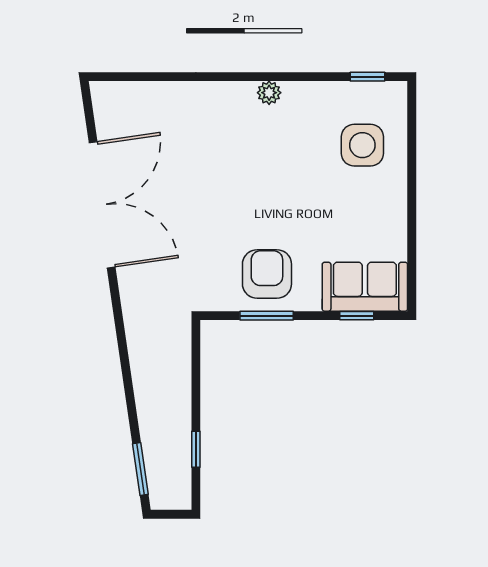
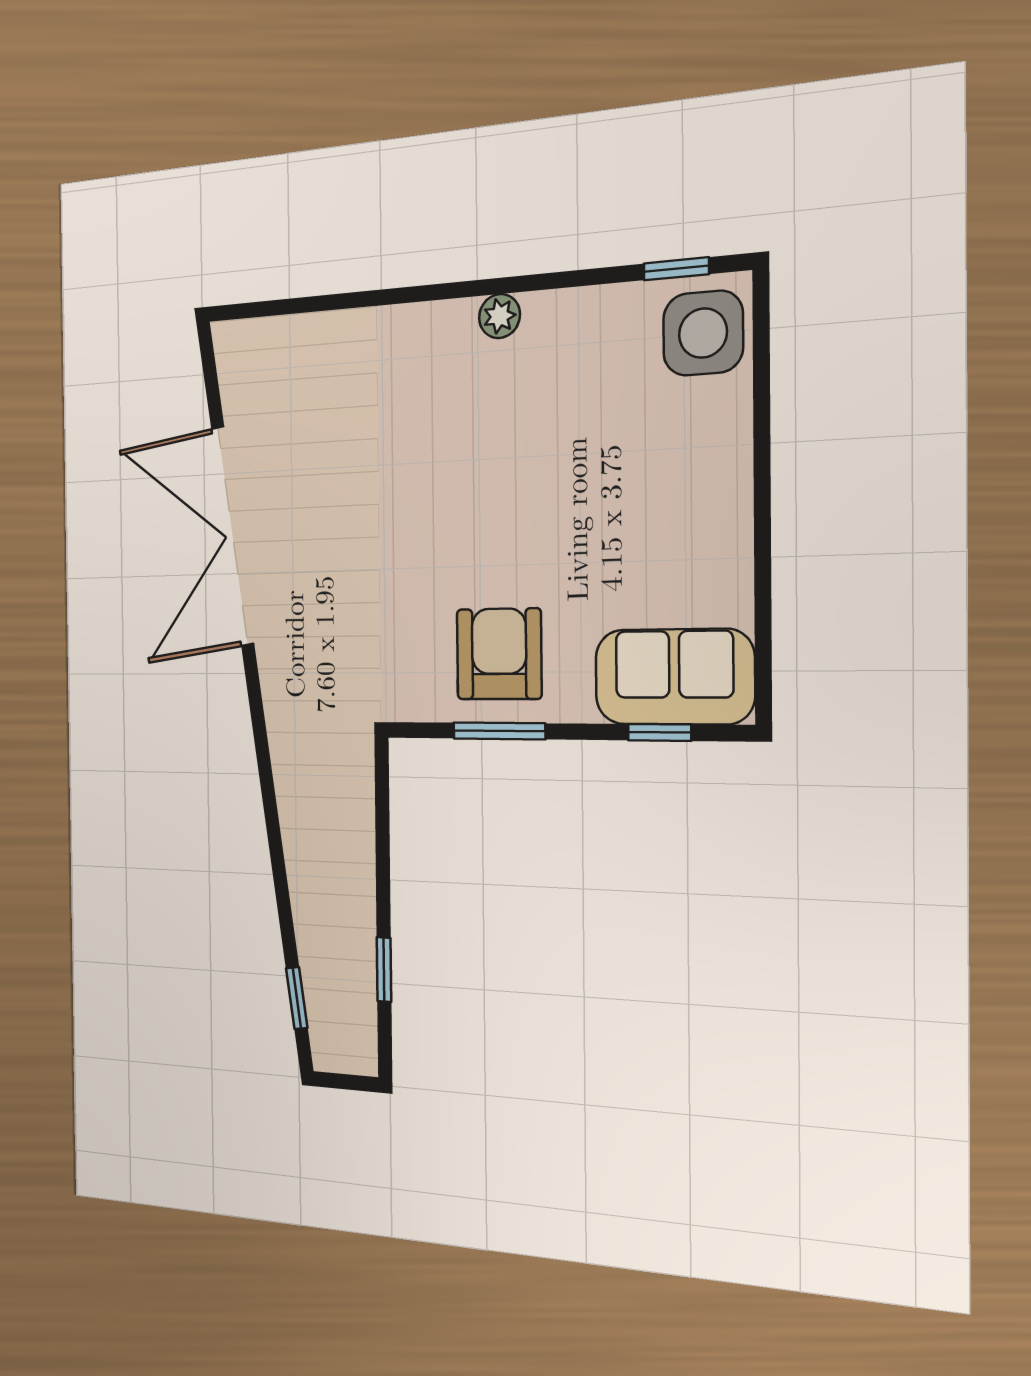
side table: (362, 145) -> (703, 333), moved
double door: (102, 205) -> (233, 536), swing flipped
window: (140, 469) -> (297, 998), width x0.67

